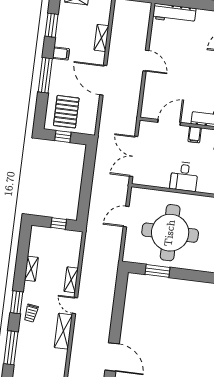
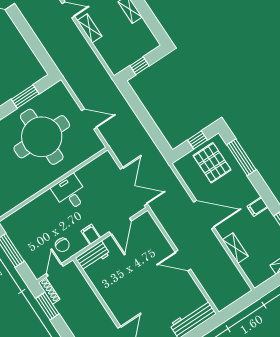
window: (45, 75) -> (241, 157), moved
double door: (134, 156) -> (134, 186), moved
door: (126, 217) -> (89, 119), hinge flipped

